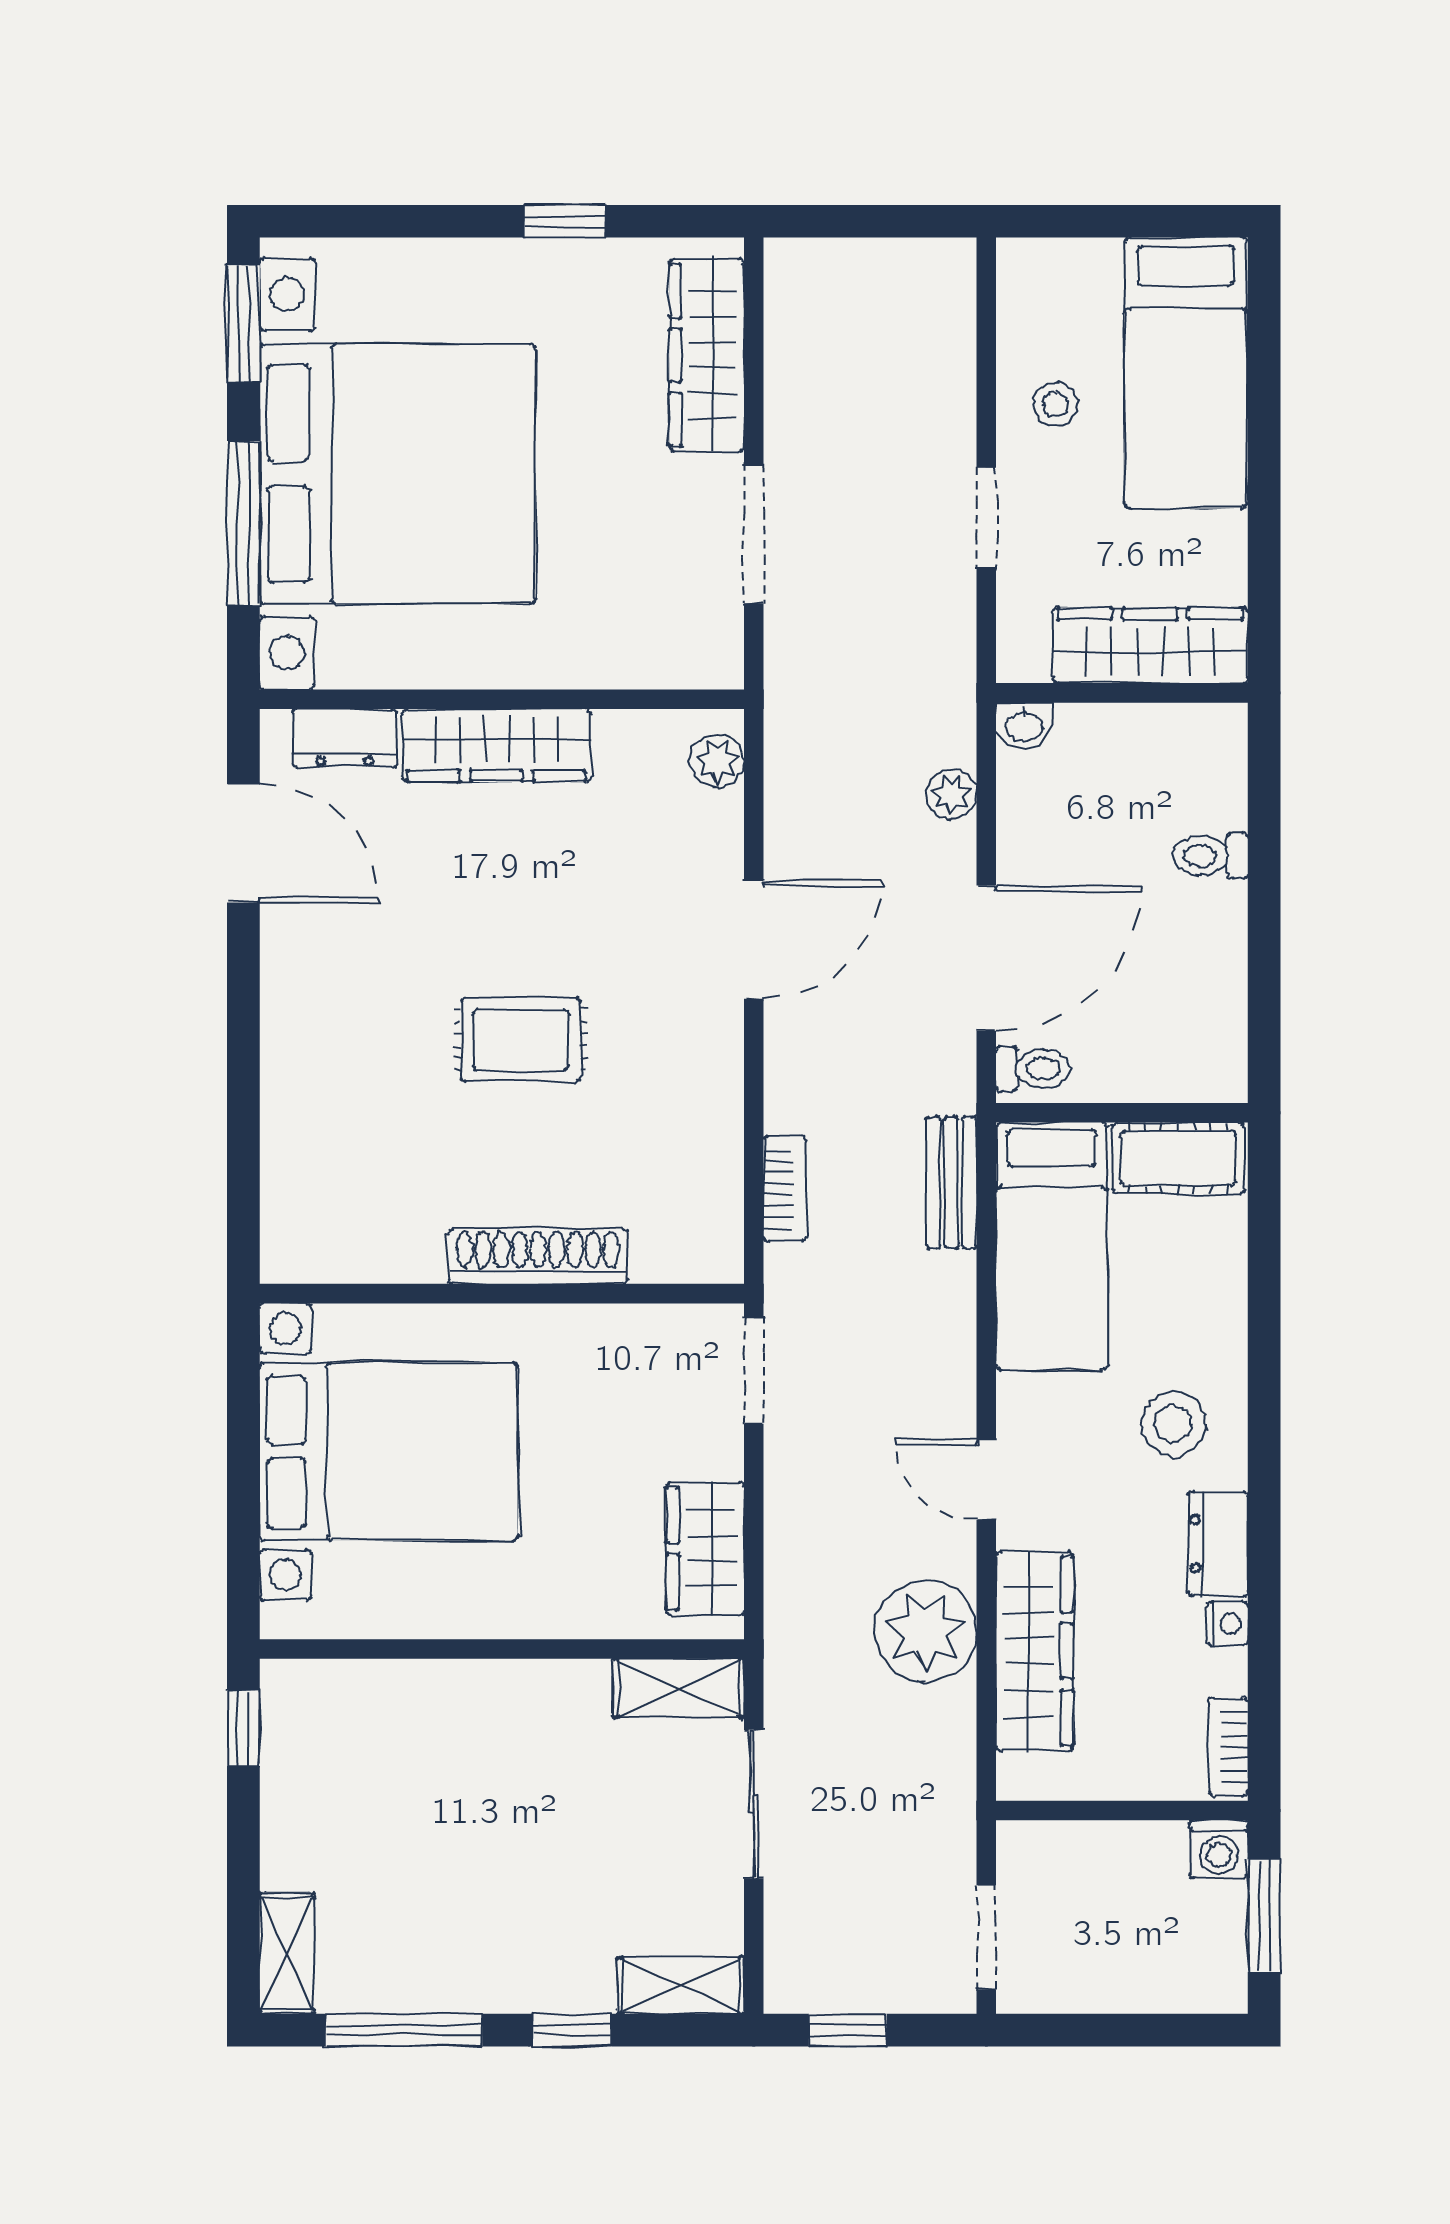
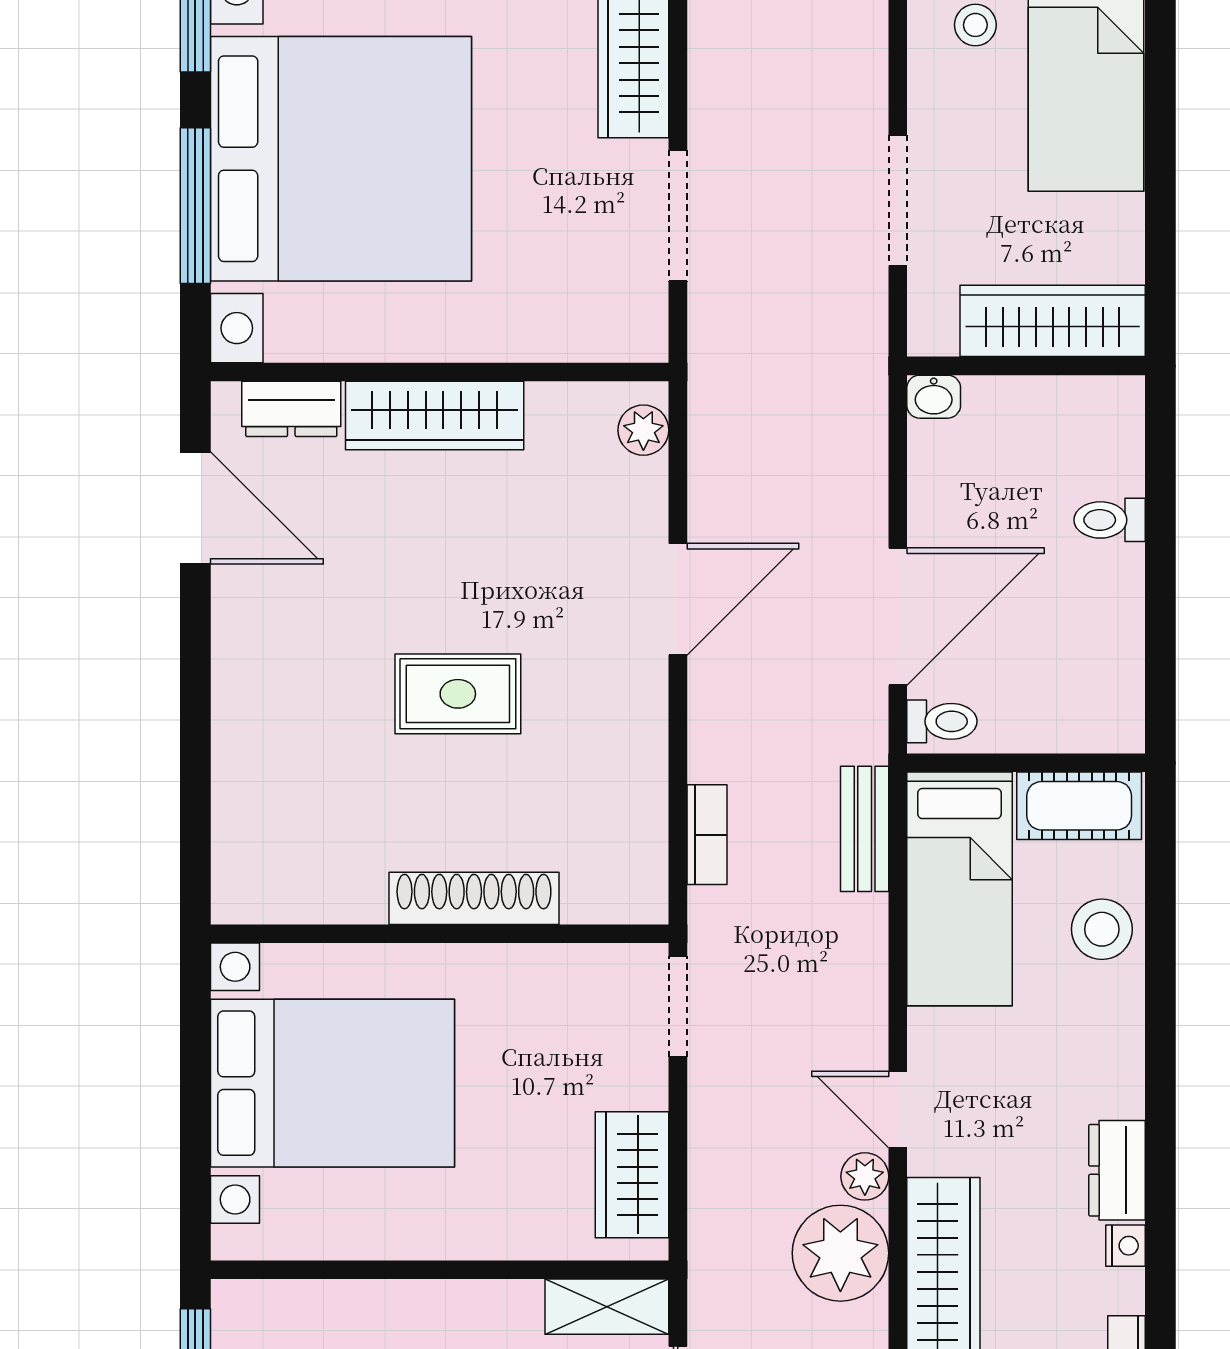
stool: (1056, 404) -> (975, 25), moved
doorway: (986, 518) -> (898, 200), width x1.38
plant: (951, 794) -> (865, 1176), moved
stool: (1173, 1424) -> (1102, 929), moved

